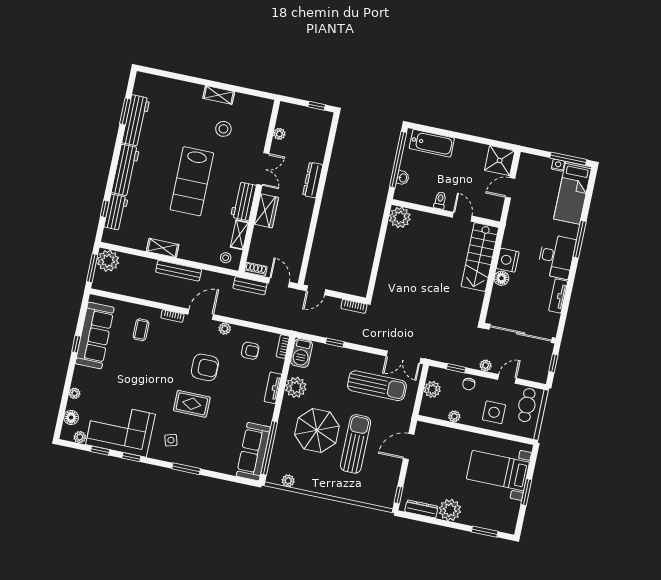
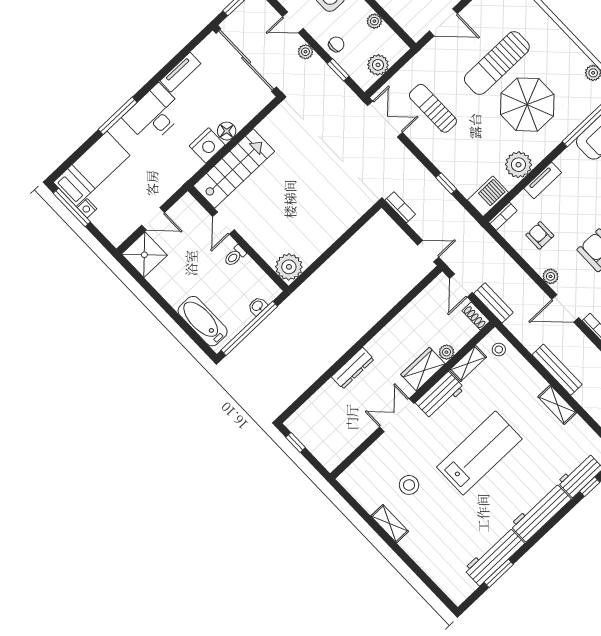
plant: (279, 134) -> (447, 352), moved
sun lounger: (377, 386) -> (433, 108), width x0.73, depth x0.75

